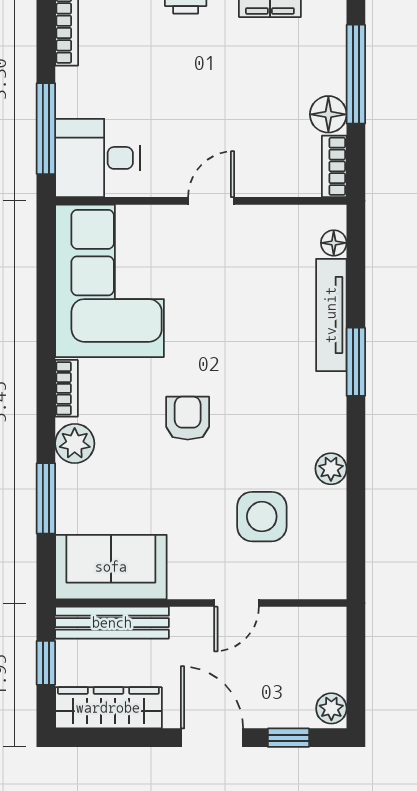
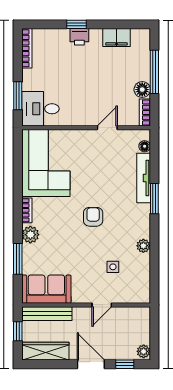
window: (46, 129) -> (18, 96), width x0.69
door: (211, 201) -> (107, 128), moved
armchair: (188, 418) -> (93, 217), moved
side table: (262, 517) -> (113, 267), width x0.54, depth x0.54

